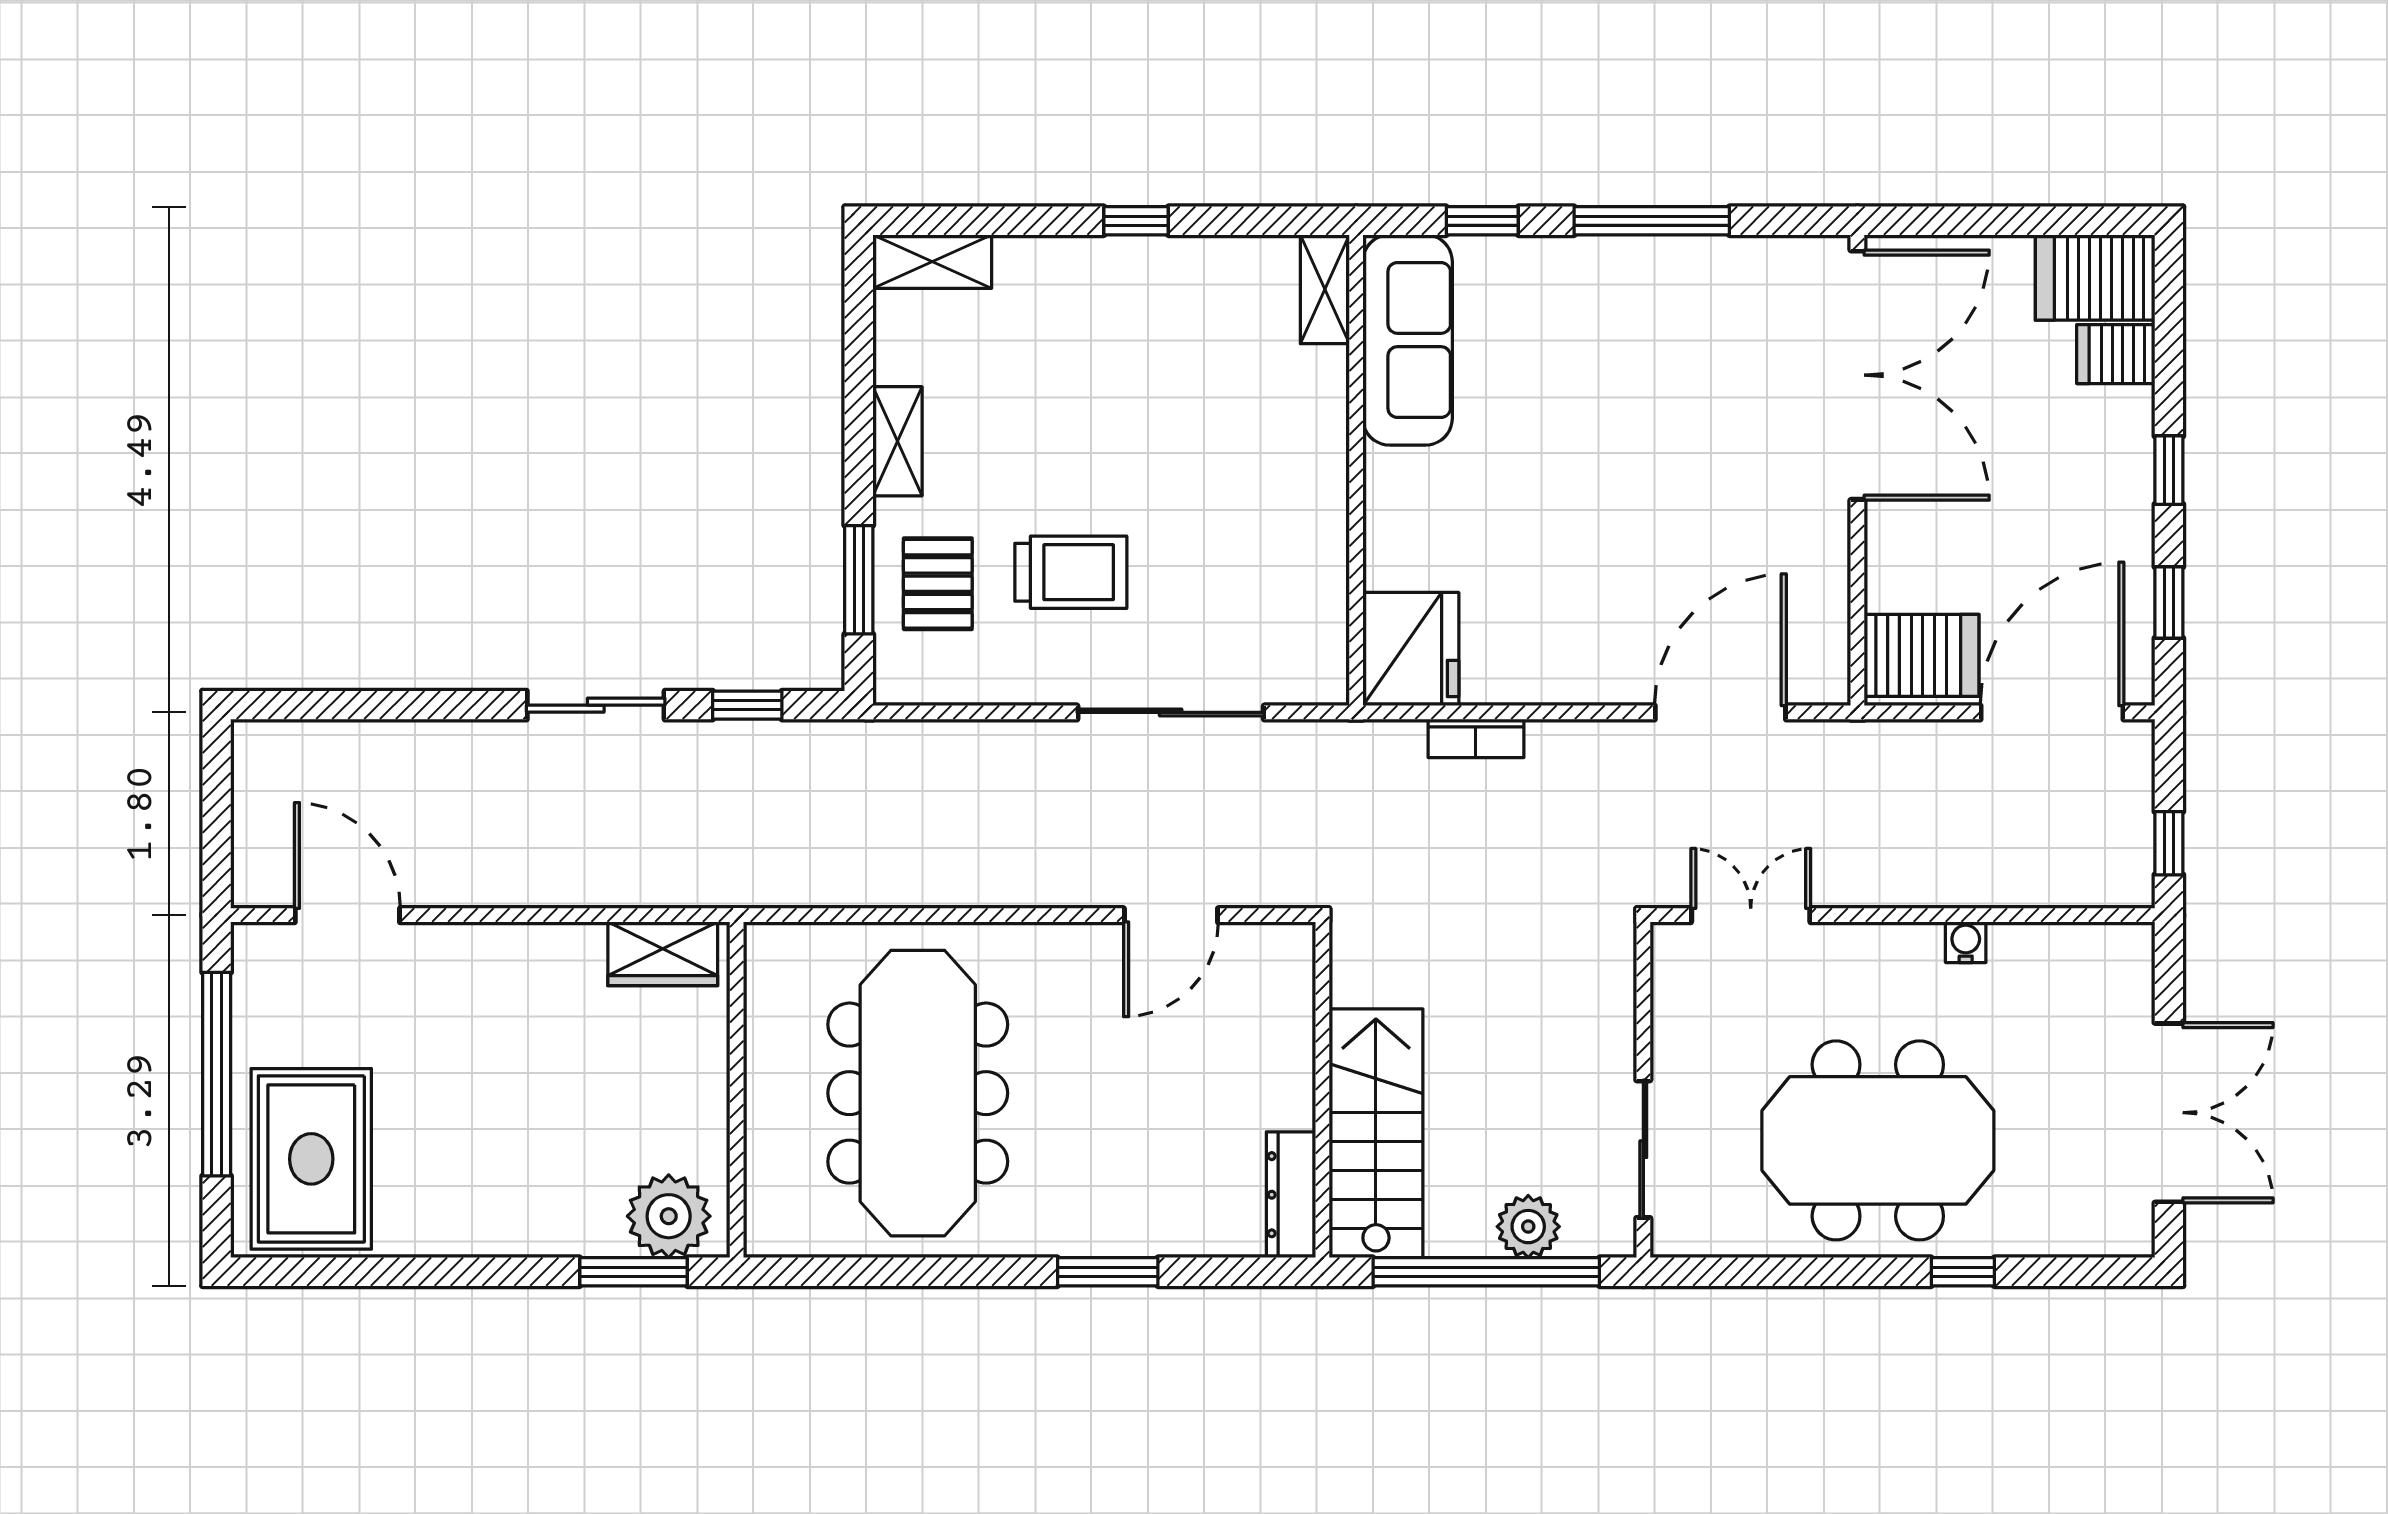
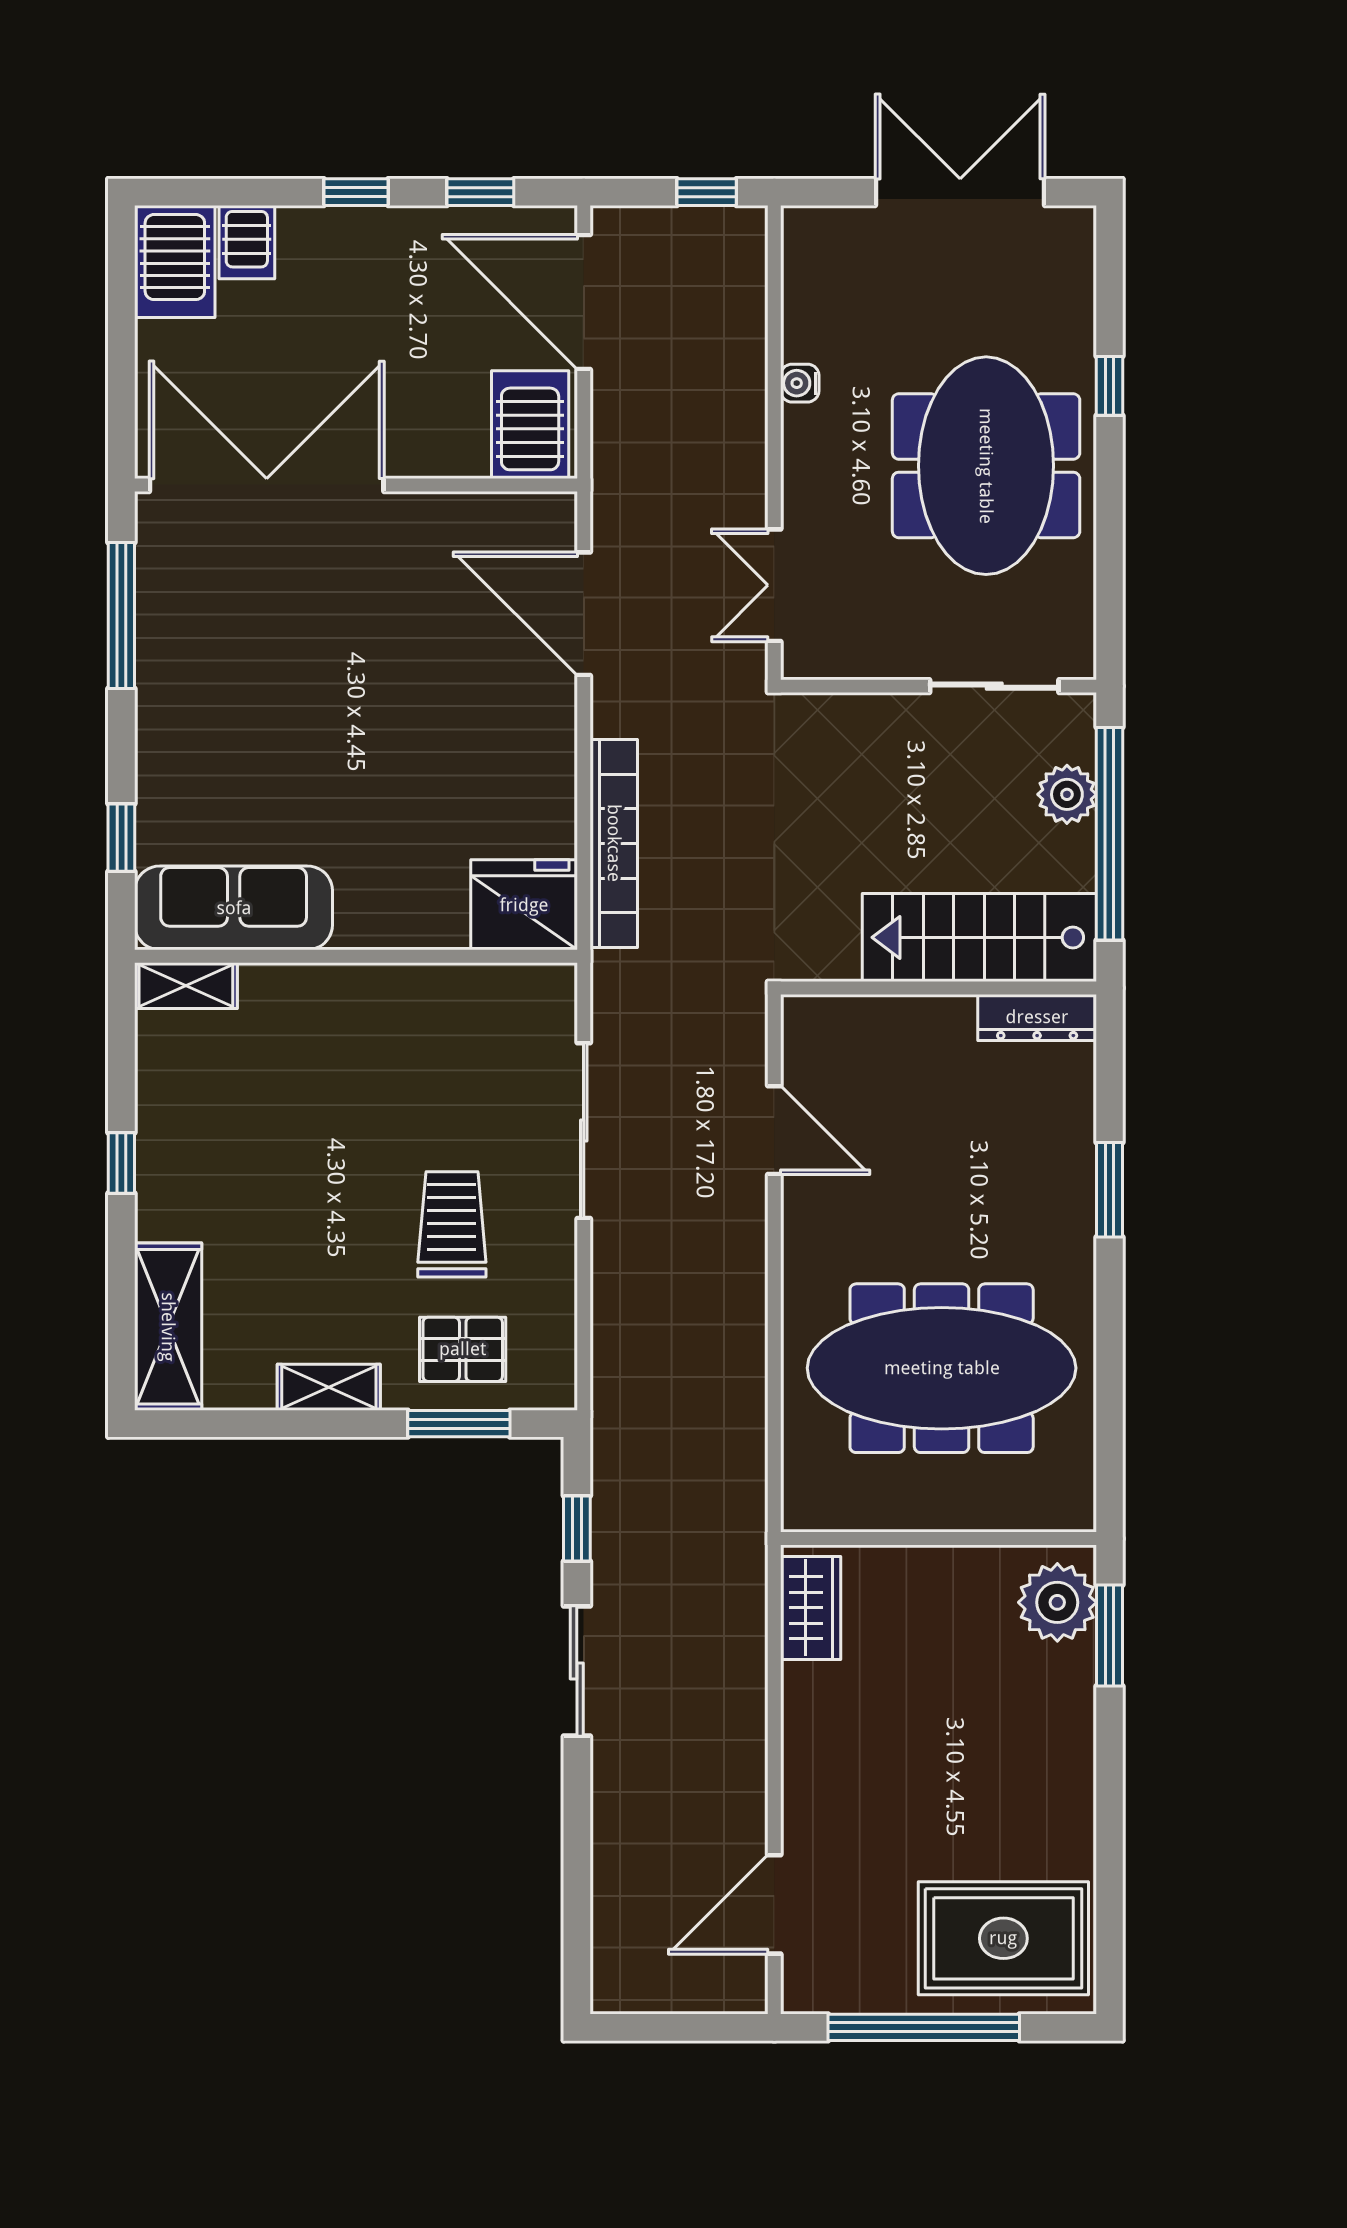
window: (1652, 221) -> (121, 615), moved
shelving: (932, 262) -> (168, 1327), width x1.50, depth x1.33
bookcase: (1476, 738) -> (614, 843), width x2.31, depth x1.31

